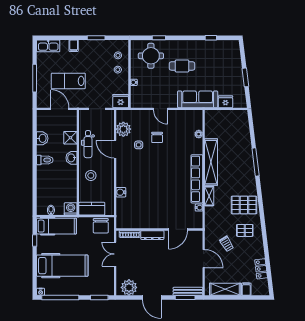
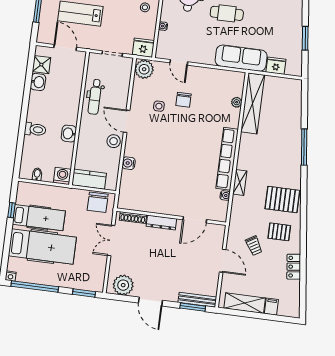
door: (160, 109) -> (179, 62), moved
plant: (123, 129) -> (144, 69), moved
shower: (70, 138) -> (41, 65), moved
door: (115, 149) -> (127, 121), moved
washbasin: (71, 158) -> (69, 134), moved
toilet: (45, 160) -> (35, 129), moved
shelving: (211, 162) -> (253, 103), moved
stool: (91, 175) -> (114, 141), moved
hospital bed: (57, 226) -> (39, 218), moved
locker: (261, 269) -> (294, 267), moved

